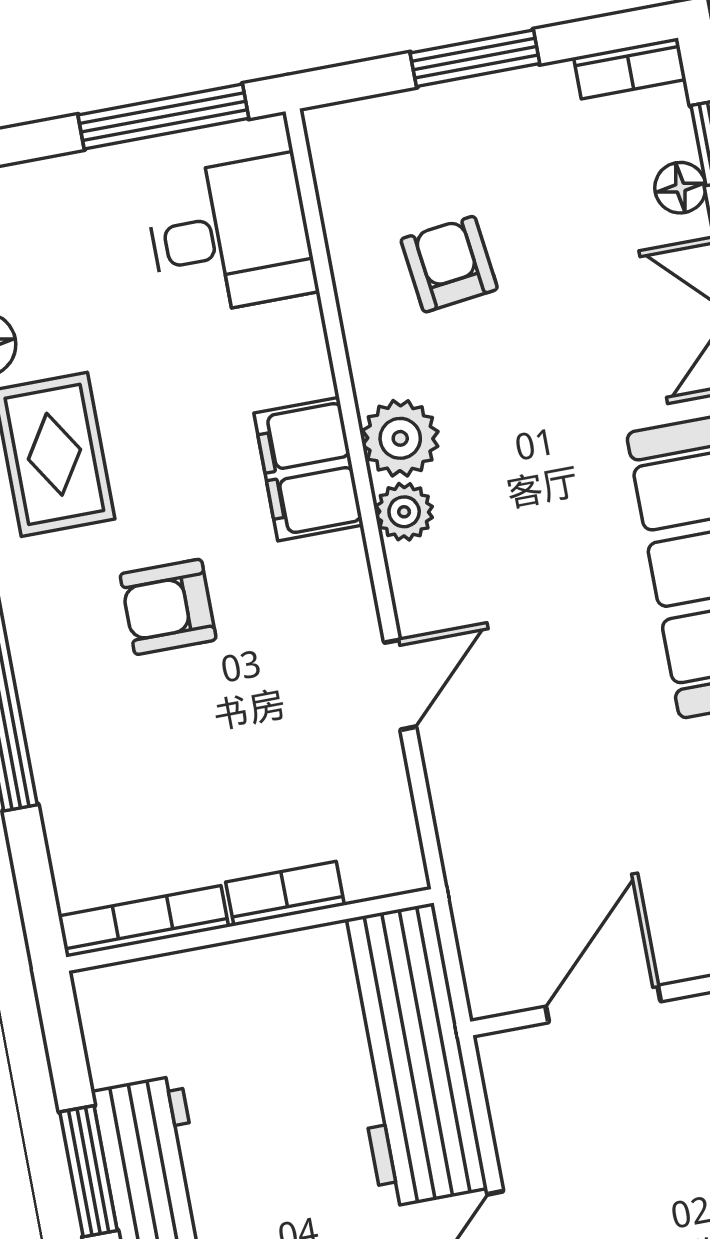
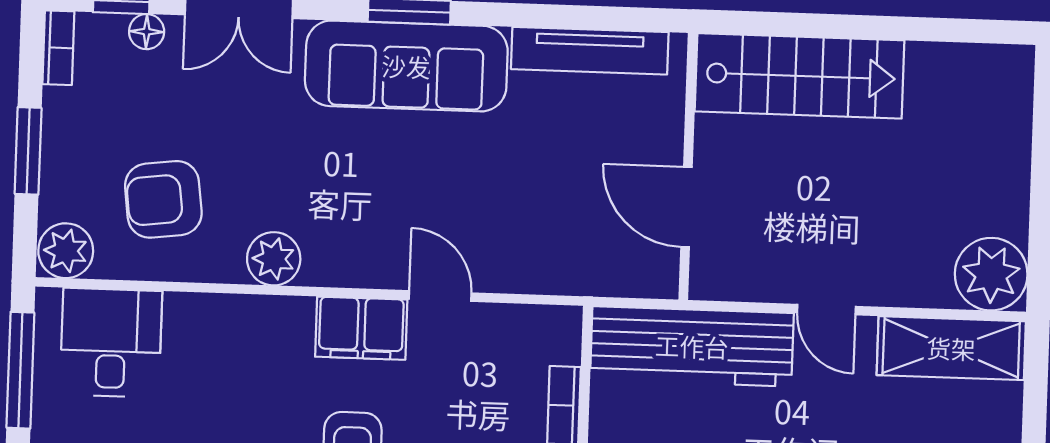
armchair: (449, 264) -> (163, 199), width x1.38, depth x1.38
filing cabinet: (309, 469) -> (361, 328), moved
plant: (404, 512) -> (66, 251), moved, width x1.38, depth x1.38

